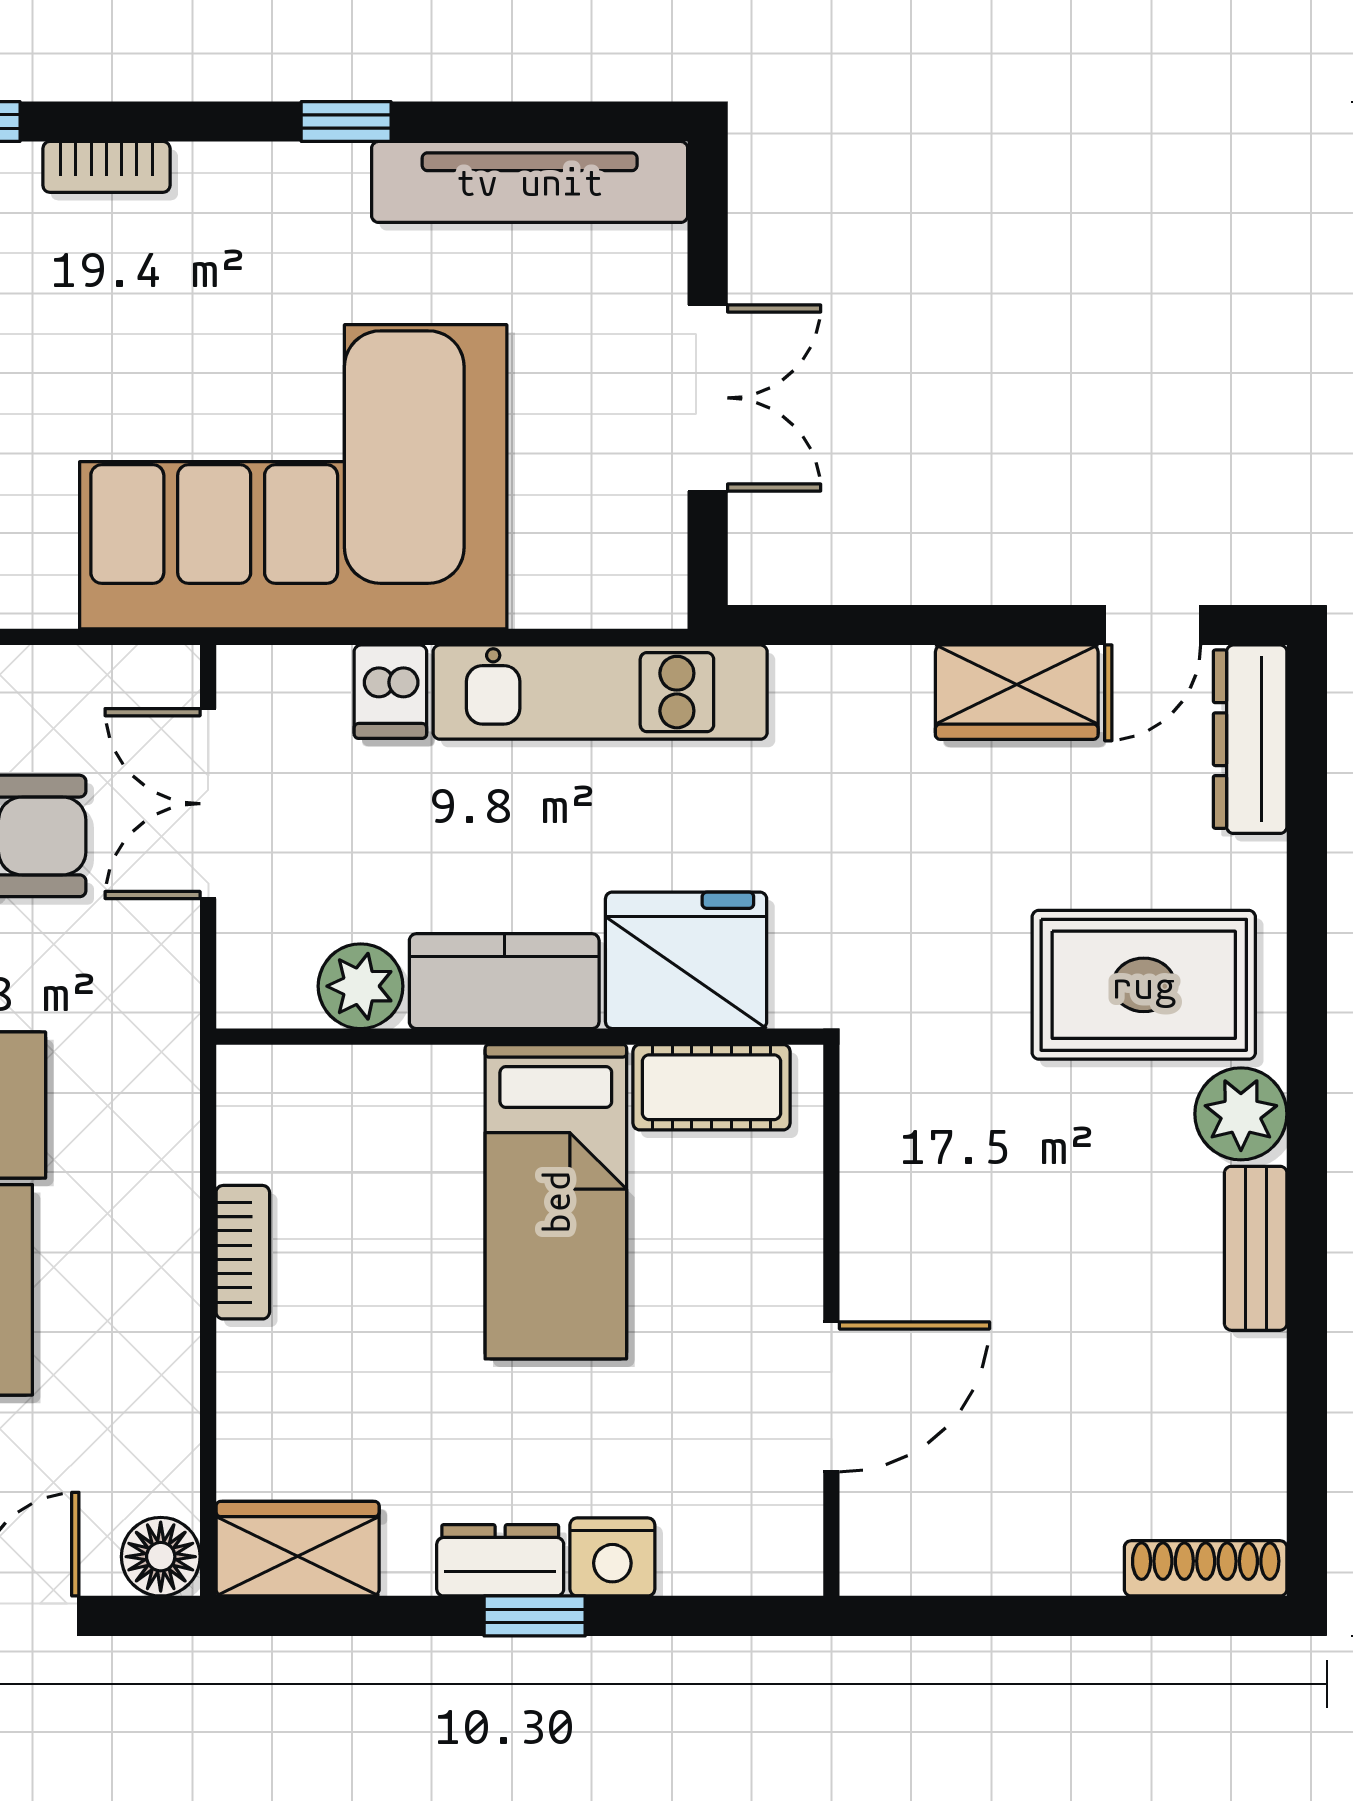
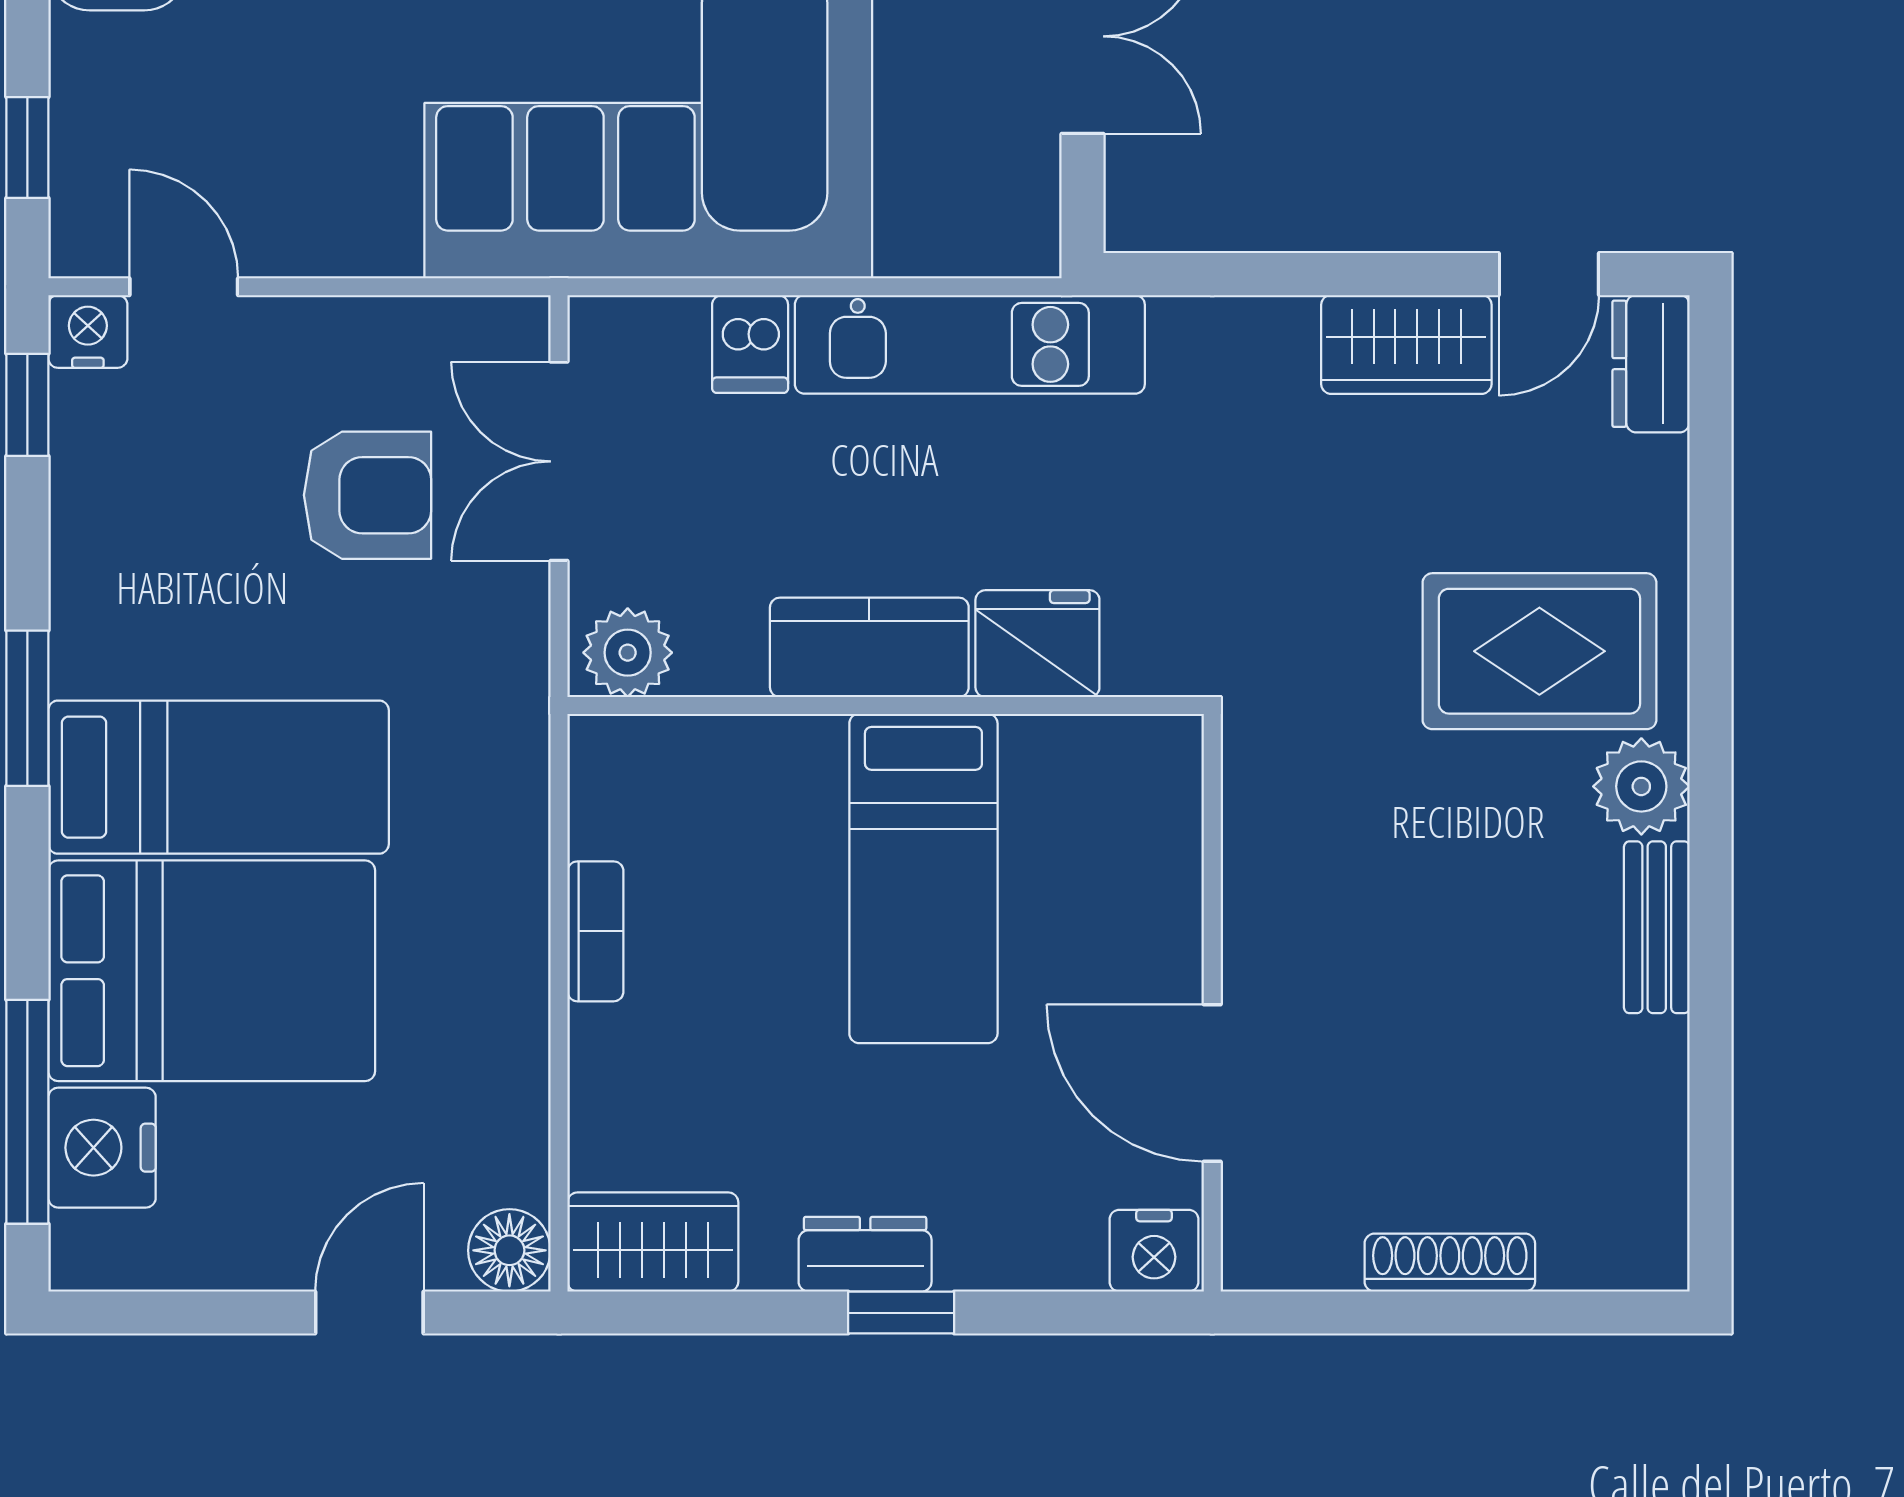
dresser: (1250, 739) -> (1651, 364), width x0.70
fridge: (686, 960) -> (1037, 644), width x0.73, depth x0.75
plant: (361, 986) -> (628, 653), moved
cot: (711, 1087) -> (1087, 759), removed
door: (831, 1397) -> (1212, 1083), swing flipped
nightstand: (612, 1557) -> (1154, 1251), moved
shoe rack: (1206, 1568) -> (1450, 1263), moved

